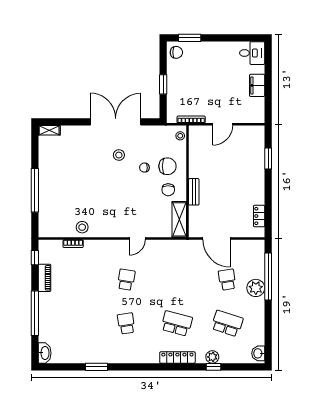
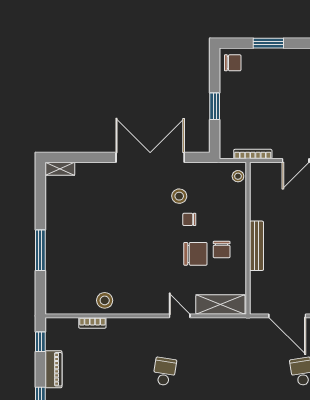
window: (190, 38) -> (268, 43), moved
stool: (119, 155) -> (179, 196), moved
chair: (167, 166) -> (195, 254), moved
window: (35, 190) -> (40, 250), width x0.68
bench: (194, 192) -> (257, 246), width x1.36
shelving: (179, 219) -> (220, 304), moved, turned 90
door: (137, 239) -> (180, 316), swing flipped

